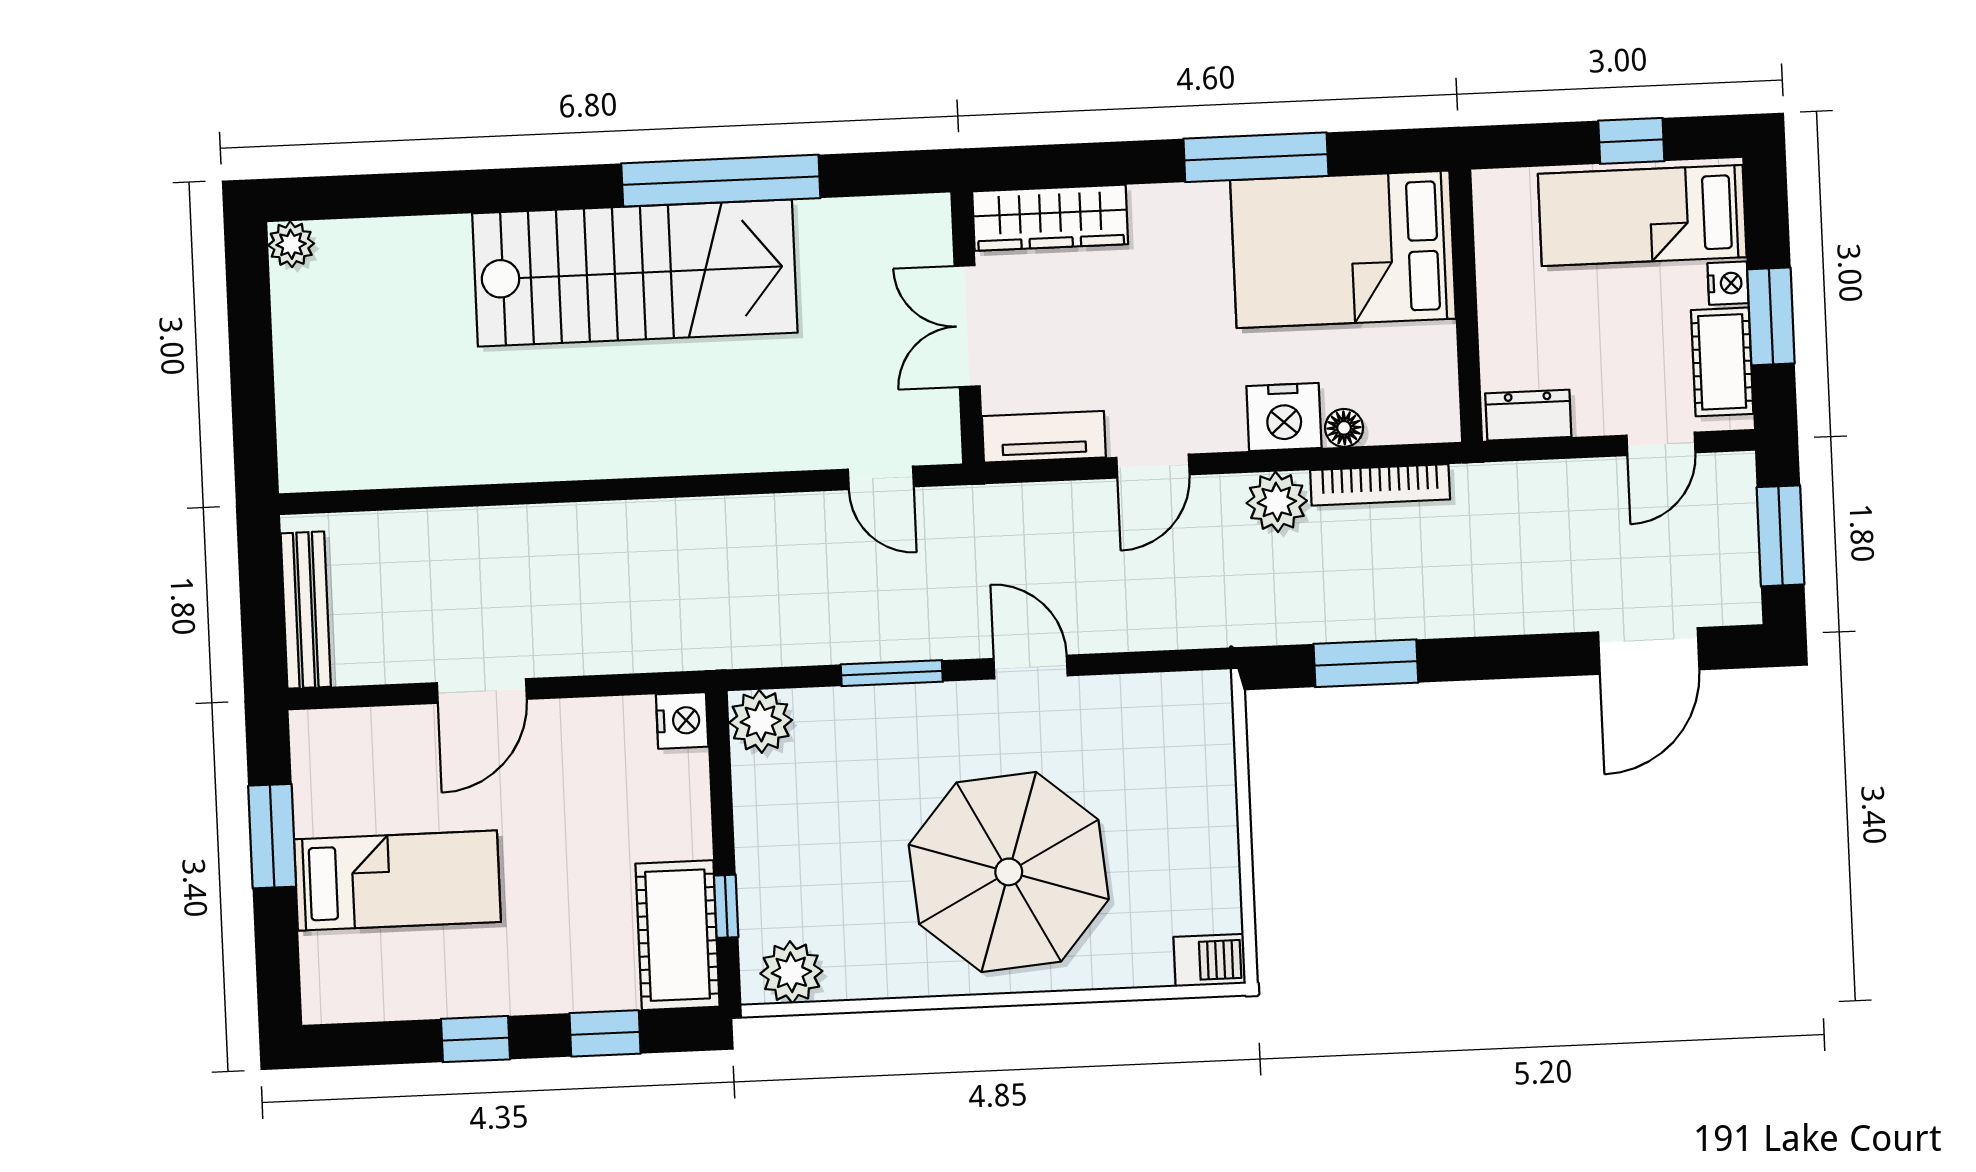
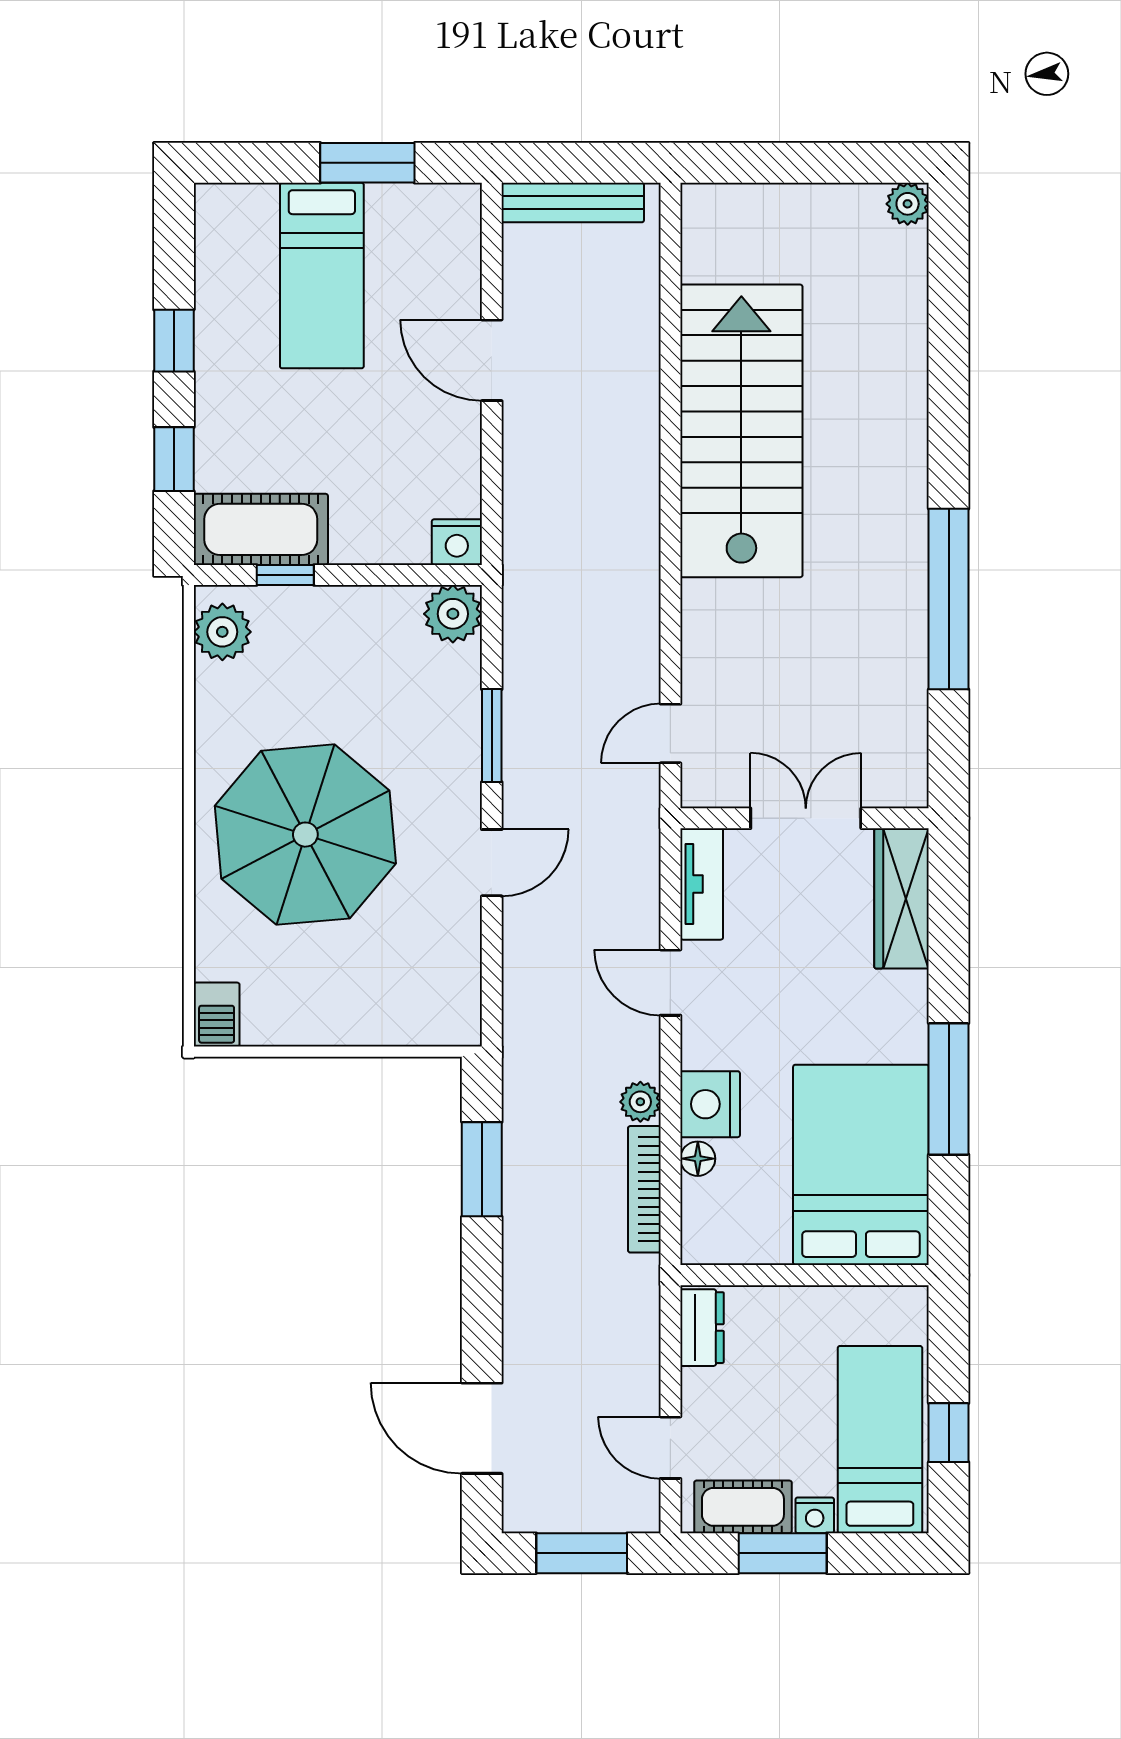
stairs: (635, 273) -> (741, 431), moved, turned 180
plant: (1277, 502) -> (640, 1102), width x0.73, depth x0.73

